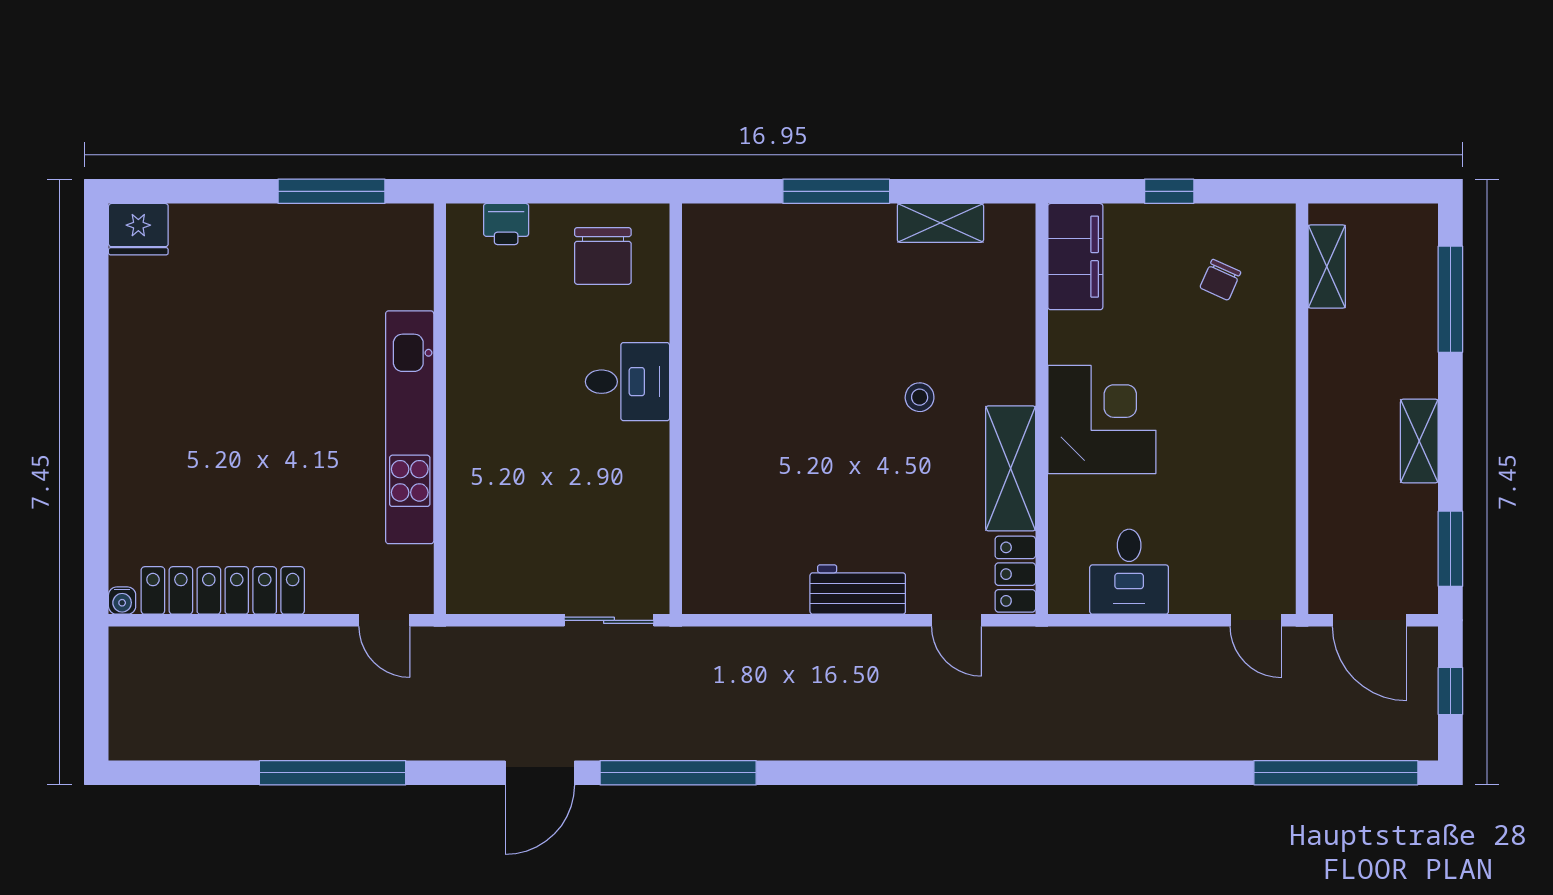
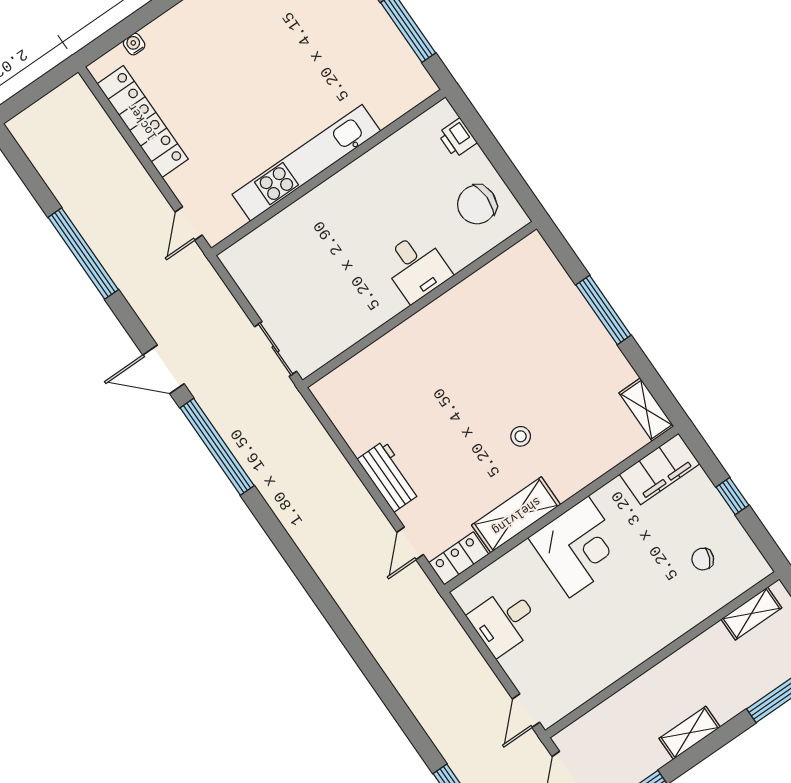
shelving: (940, 223) -> (646, 410), moved
water cooler: (122, 601) -> (134, 44), moved, turned 90

